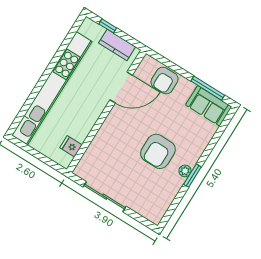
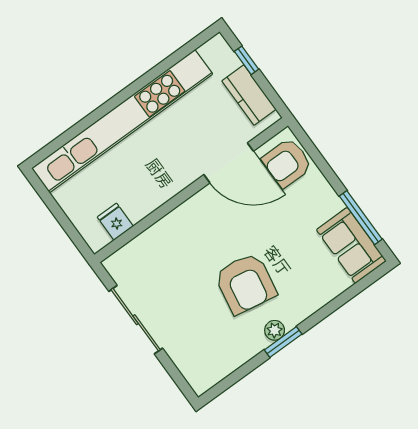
armchair: (165, 80) -> (287, 163), moved
armchair: (158, 151) -> (245, 283), turned -80

